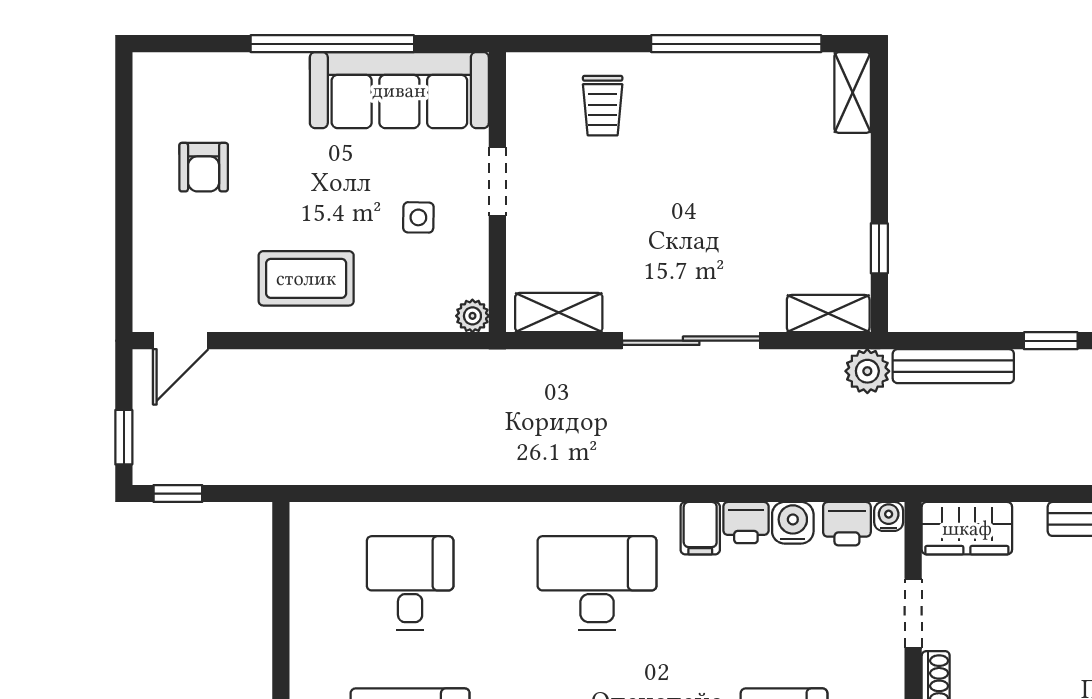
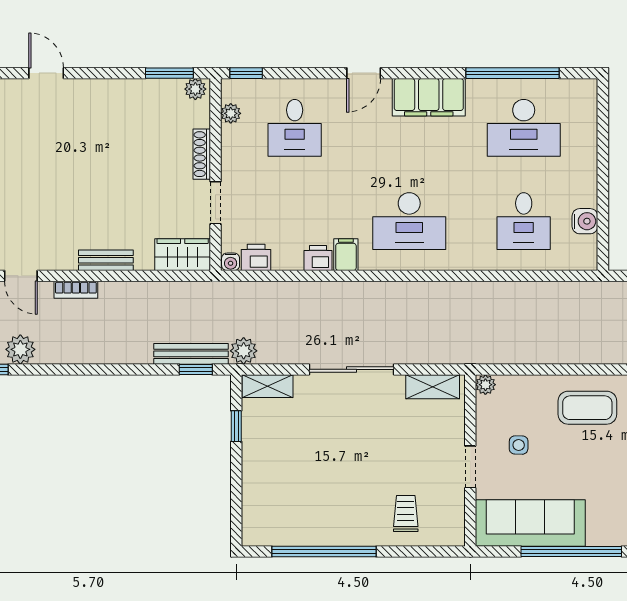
shelving: (853, 93) -> (253, 522), removed
window: (1051, 341) -> (196, 369), moved
water cooler: (793, 523) -> (585, 221), moved, turned -90

